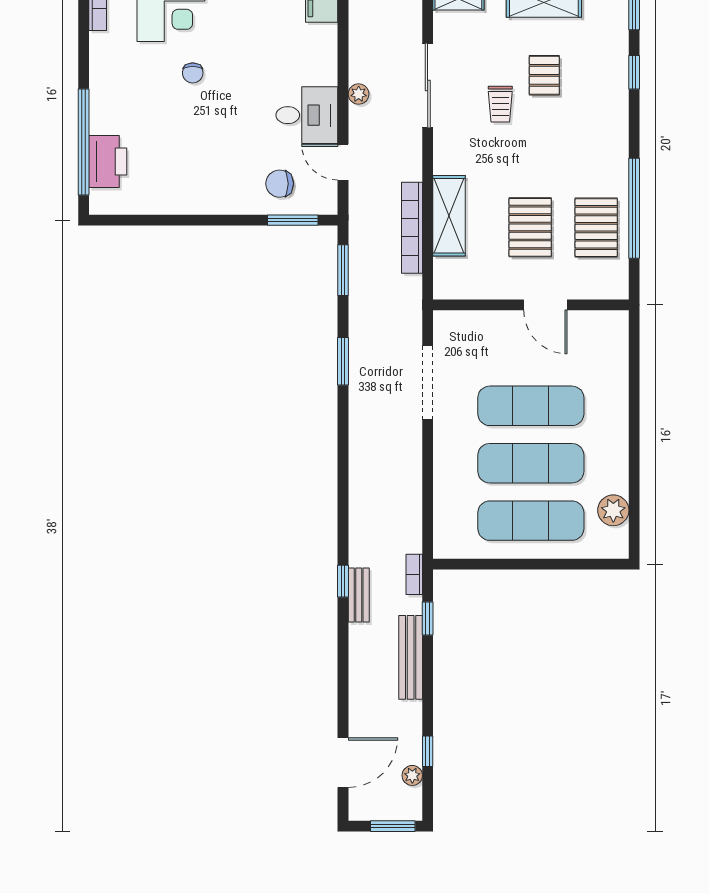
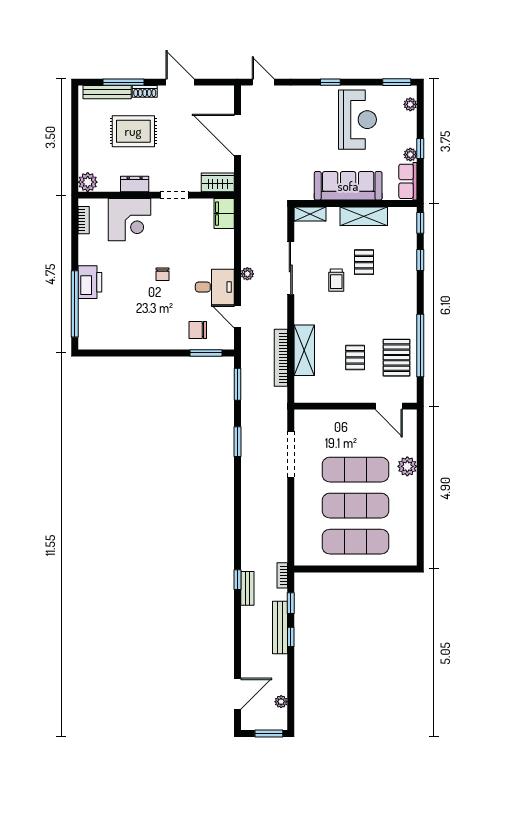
chair: (193, 73) -> (163, 274), moved
printer: (108, 162) -> (90, 282), moved
pallet: (530, 227) -> (355, 357), width x0.67, depth x0.71
door: (545, 305) -> (389, 406), moved
plant: (613, 510) -> (407, 466), moved
window: (428, 751) -> (291, 637), moved

